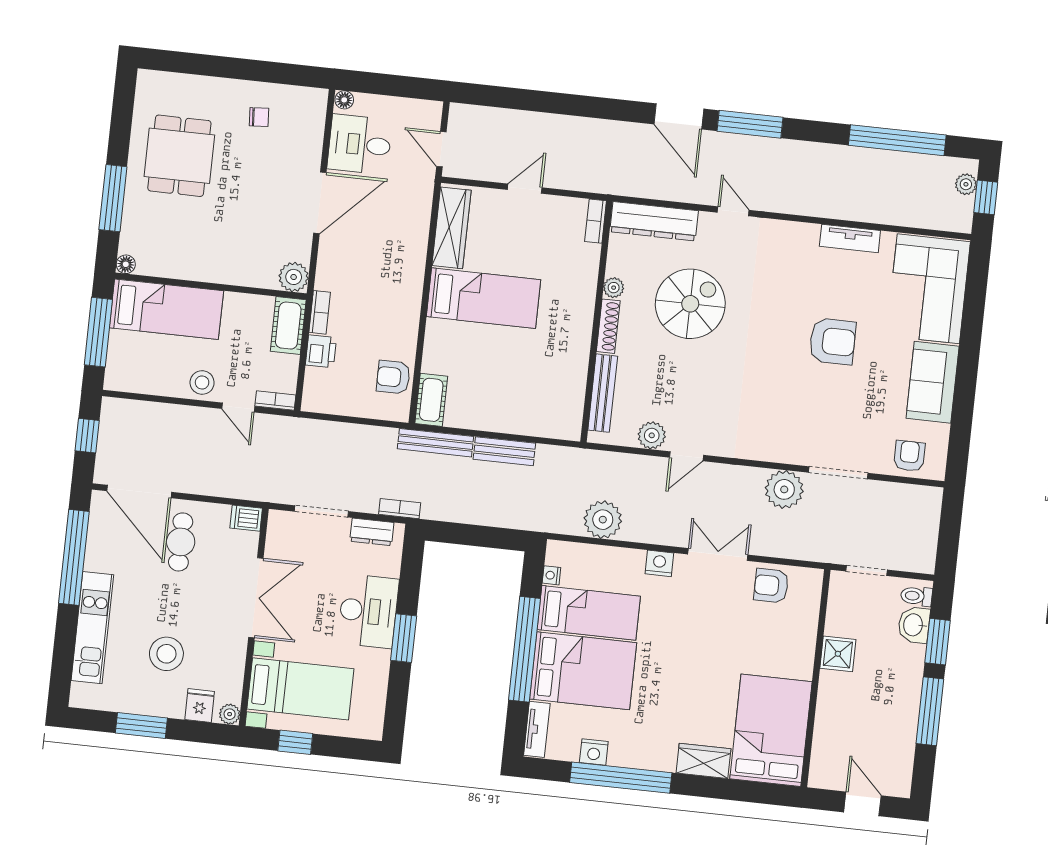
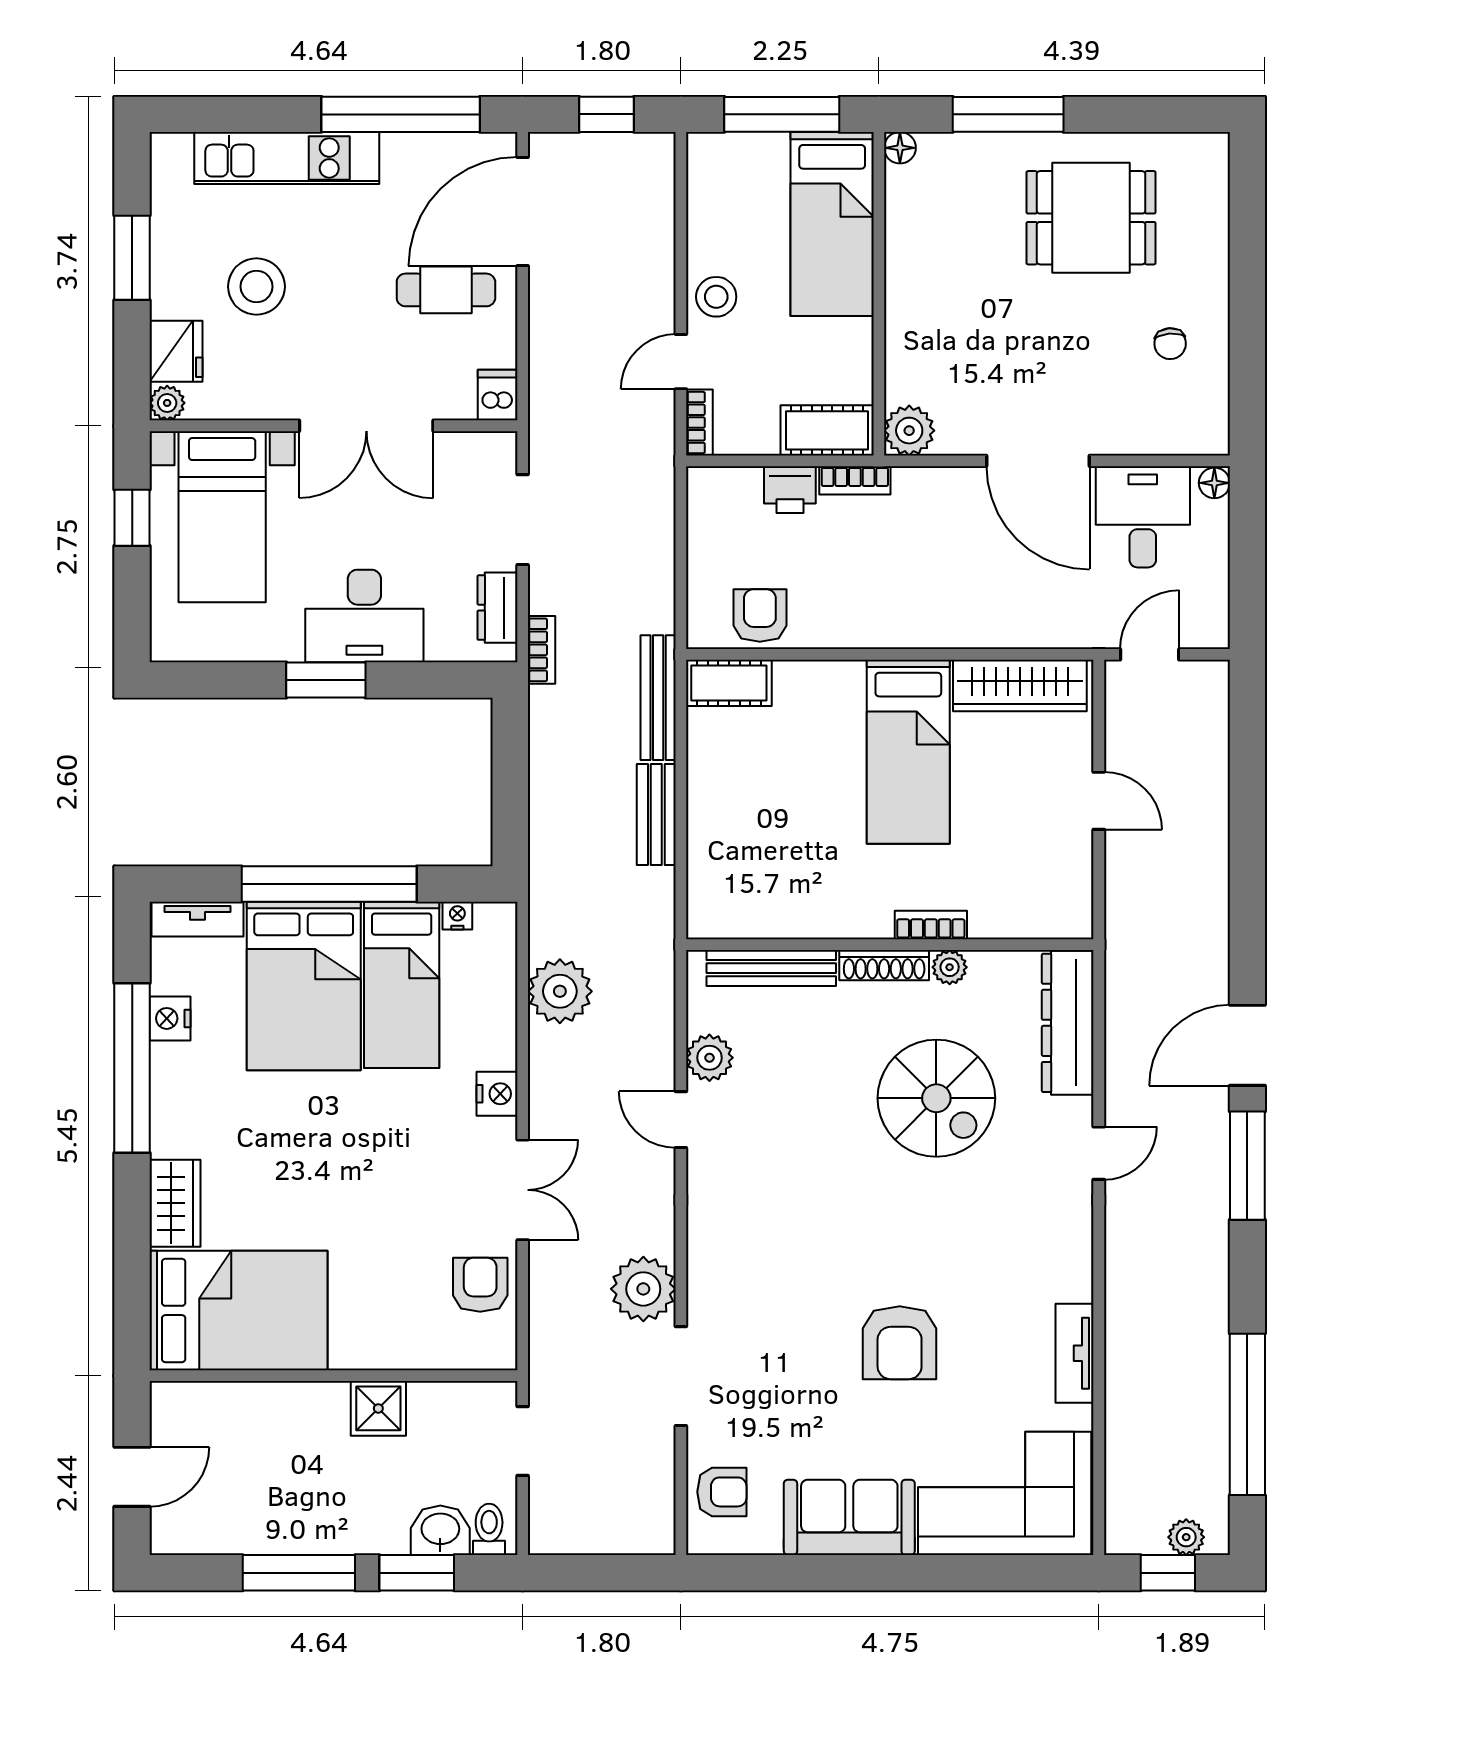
bookcase: (596, 221) -> (931, 925), moved
fridge: (200, 706) -> (176, 351), width x1.38

